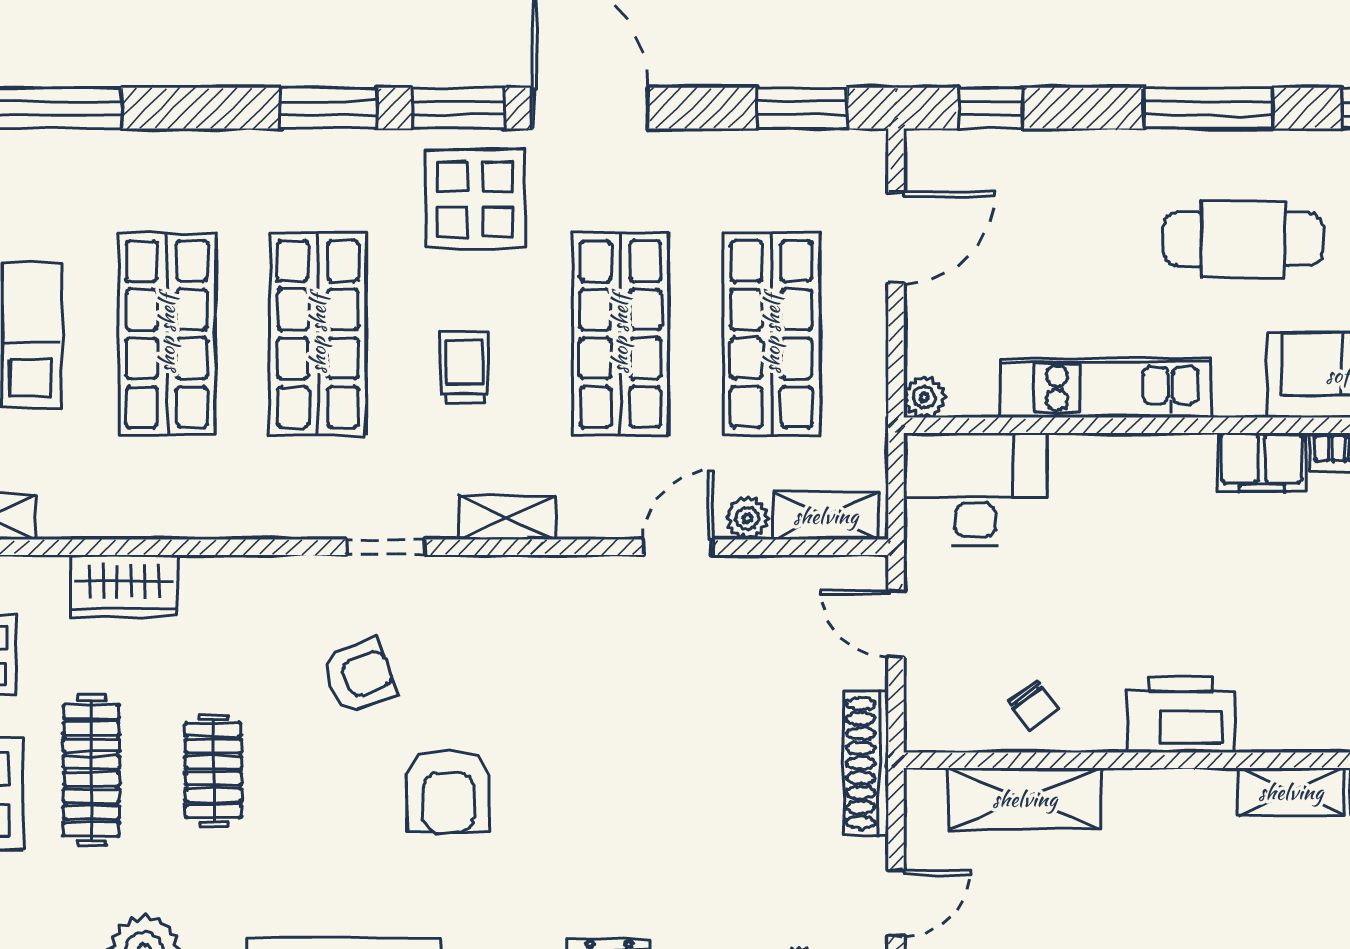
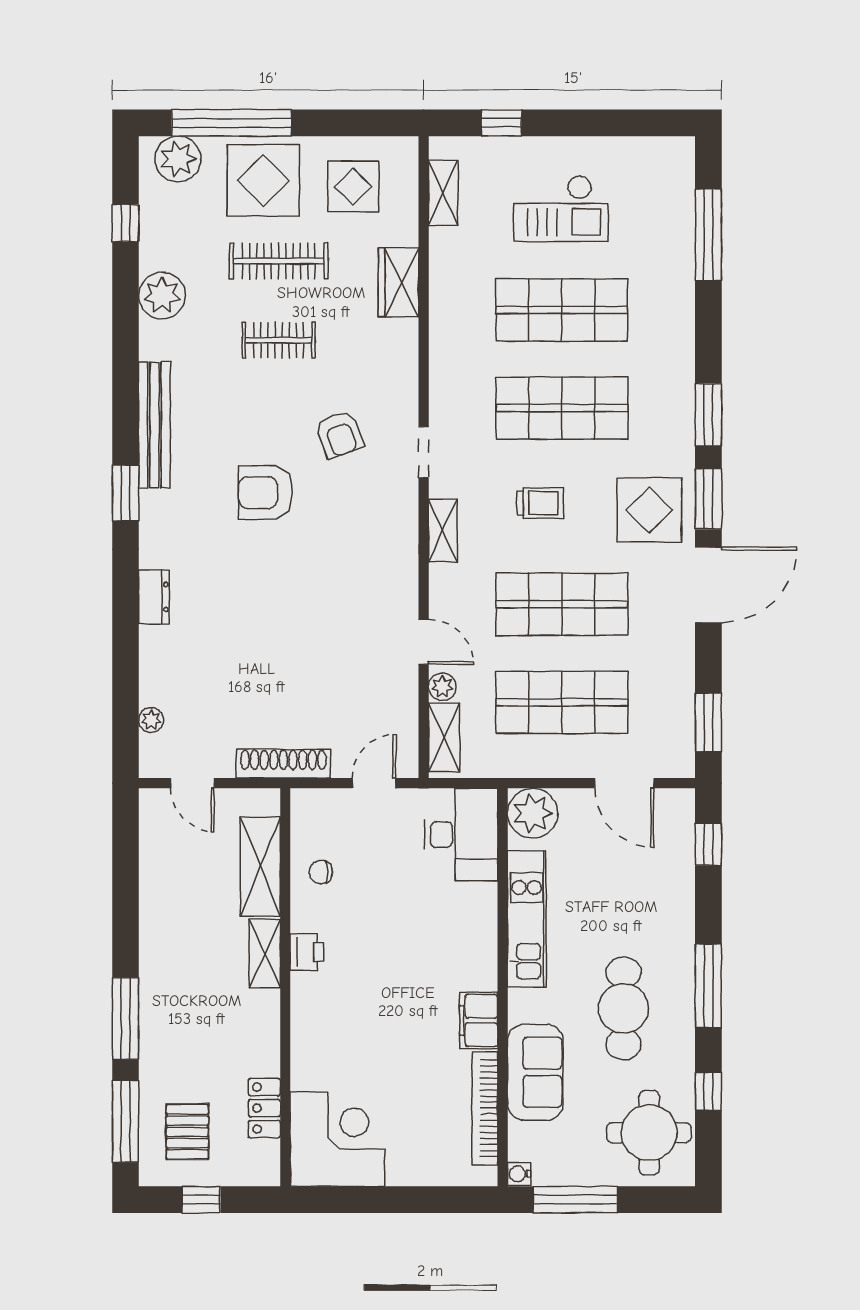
plant: (924, 397) -> (533, 813), width x1.87, depth x1.87
chair: (1033, 705) -> (321, 872), turned 36
printer: (1181, 715) -> (307, 952), width x0.53, depth x0.68
shelving: (1291, 792) -> (265, 953), moved

